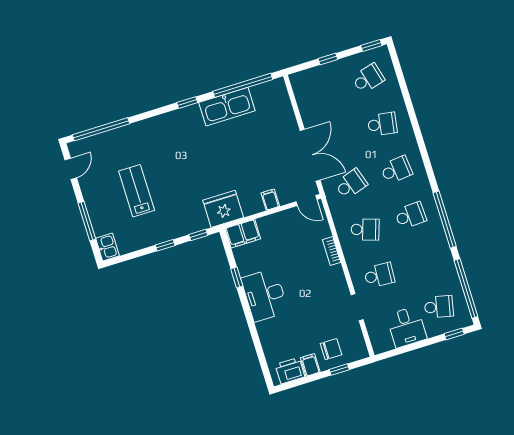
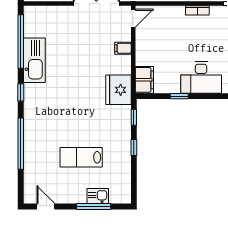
window: (101, 129) -> (21, 144), moved
kitchen sink: (107, 247) -> (98, 196), moved
bookcase: (332, 251) -> (197, 10), moved

